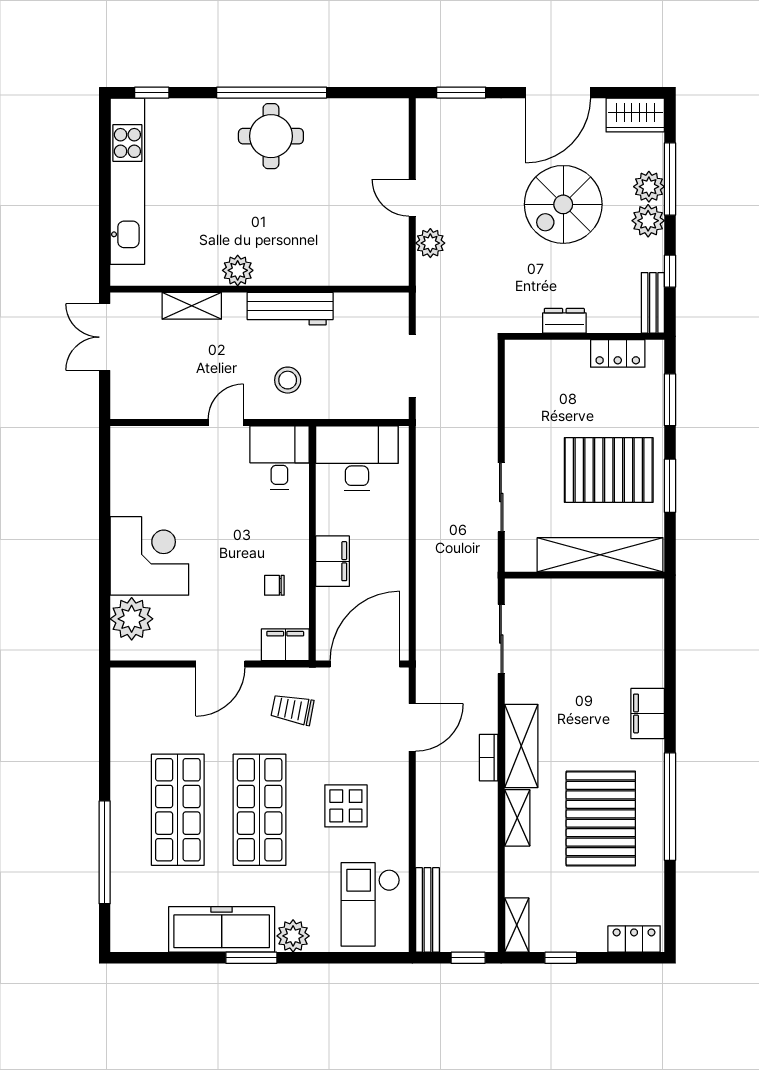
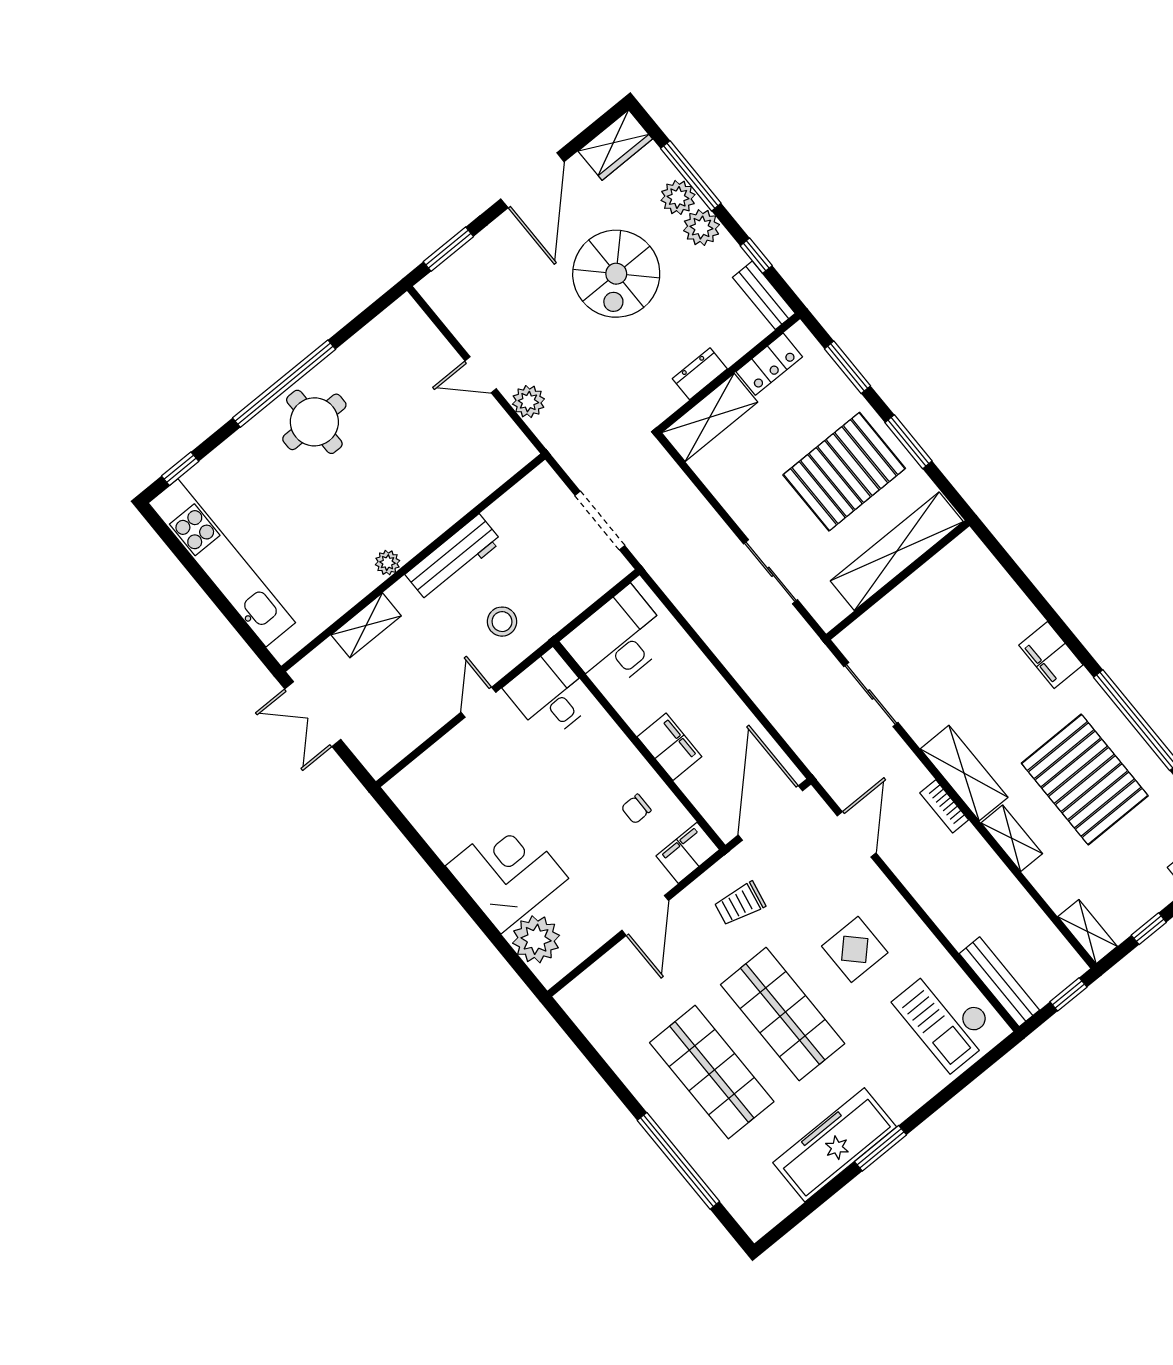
plant: (238, 270) -> (388, 563), width x0.73, depth x0.73
shelving: (546, 356) -> (710, 417), added
plant: (293, 936) -> (901, 1100), removed

